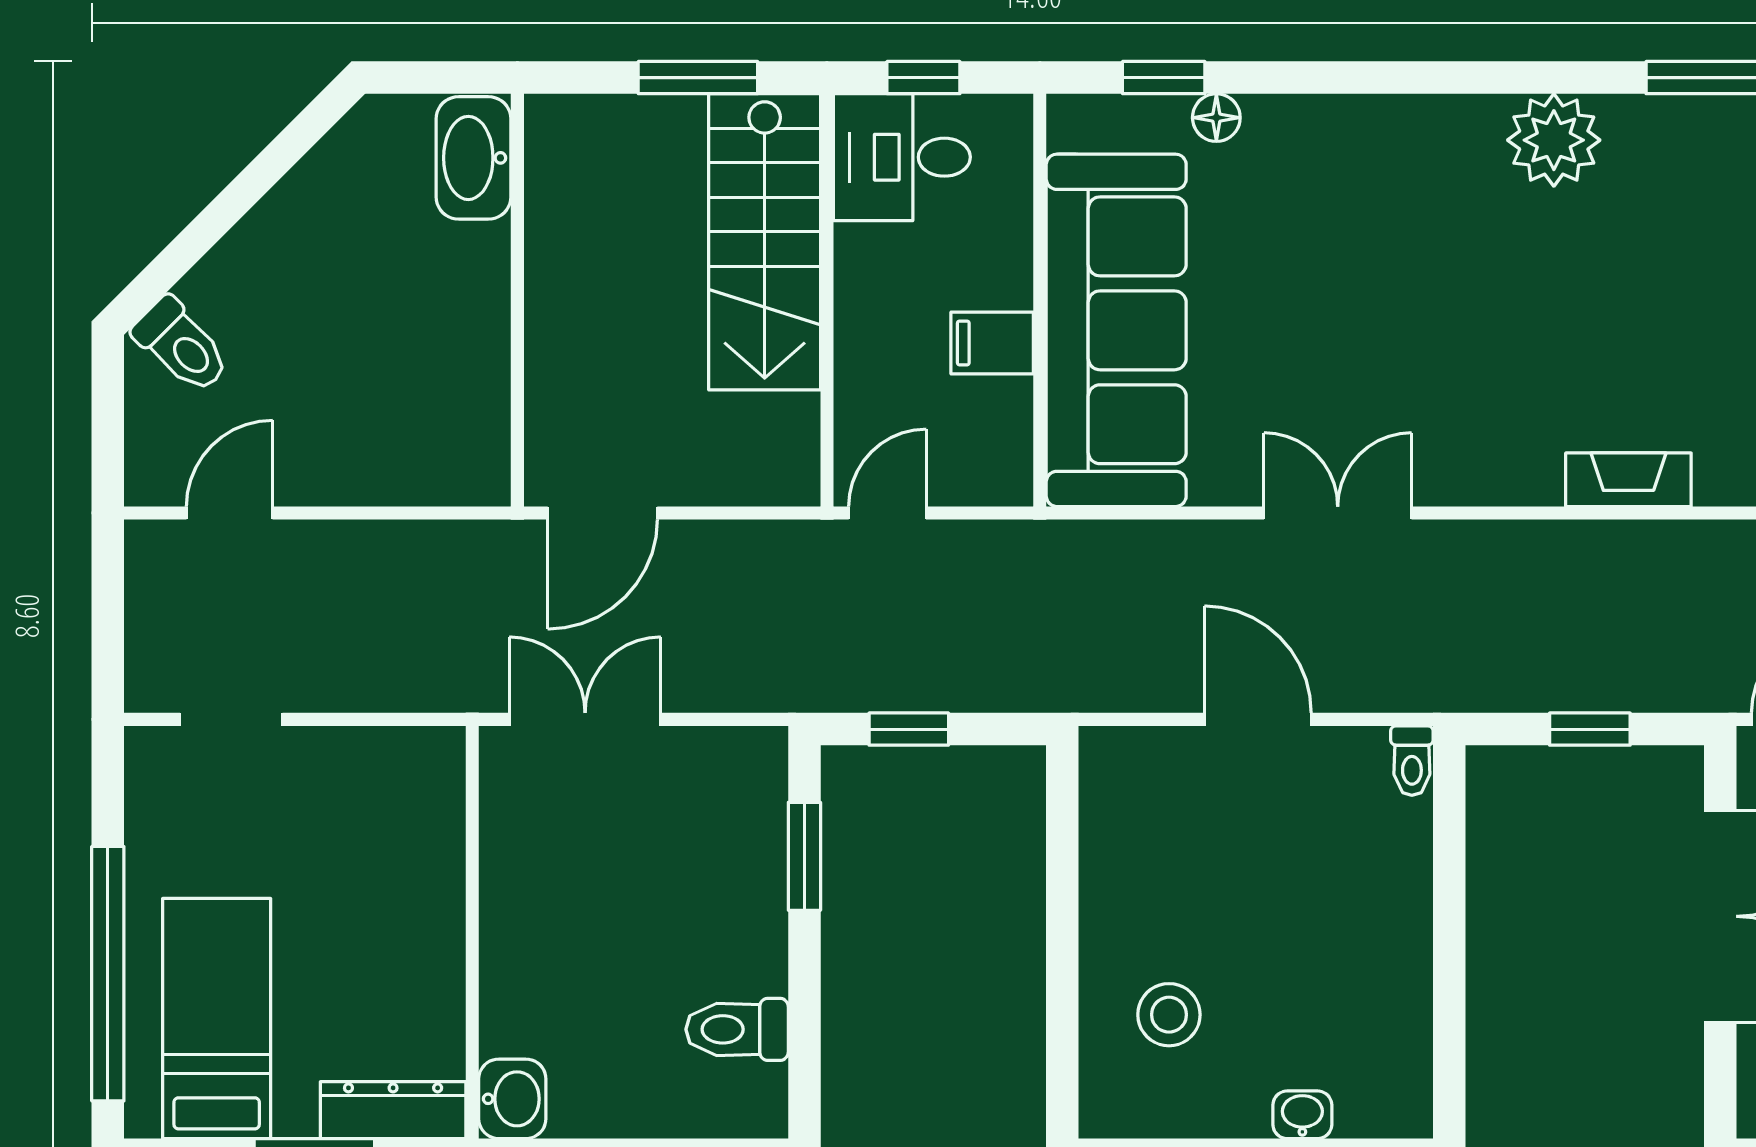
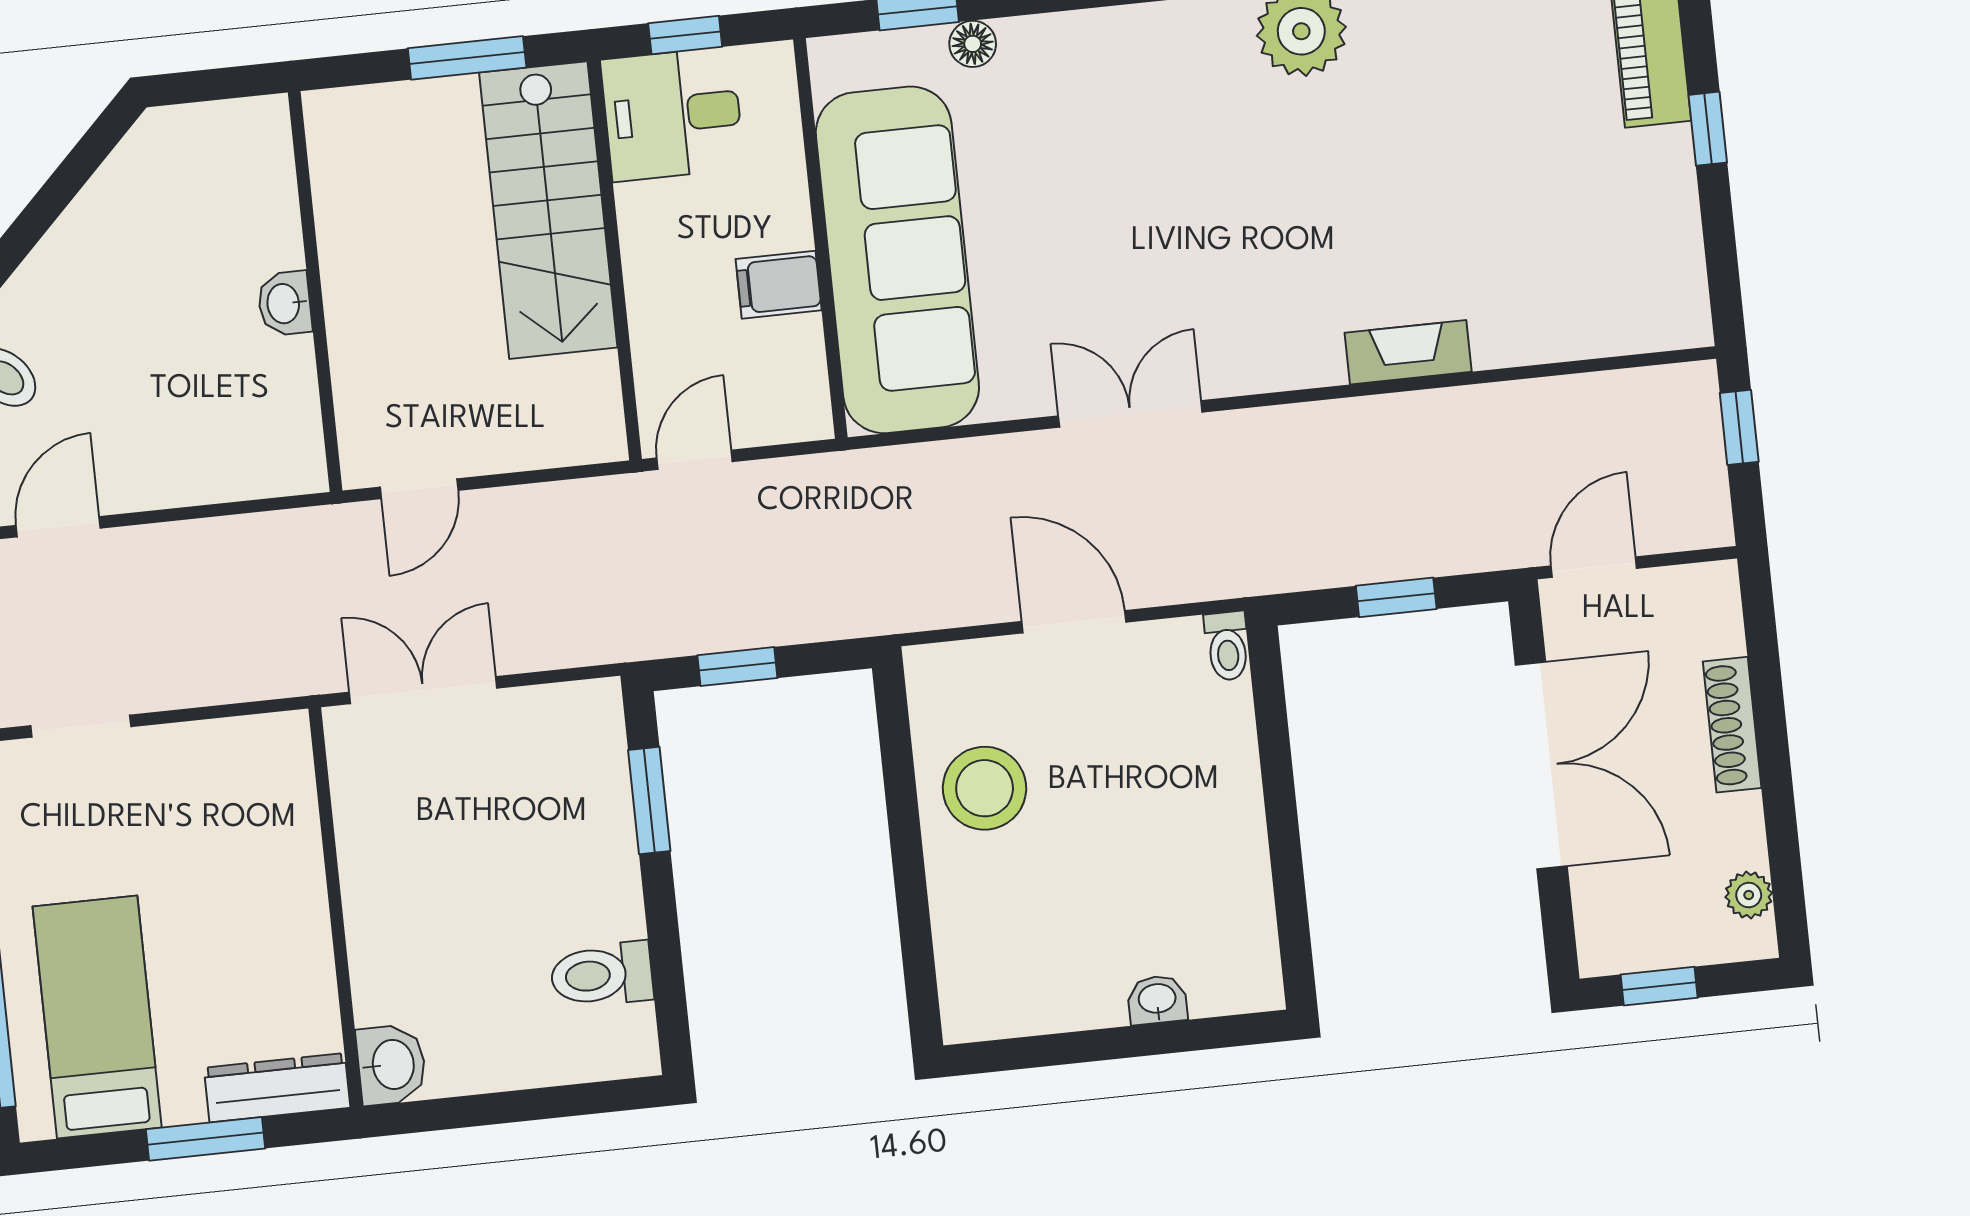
washbasin: (474, 158) -> (285, 303), moved, width x0.52, depth x0.69
door: (603, 513) -> (419, 489), width x0.73
stool: (1169, 1015) -> (985, 788), moved, width x1.38, depth x1.38

